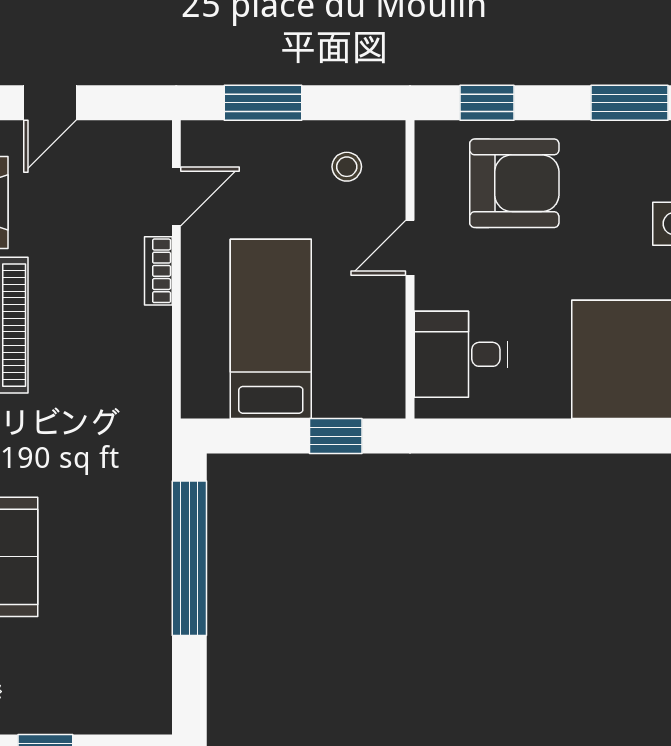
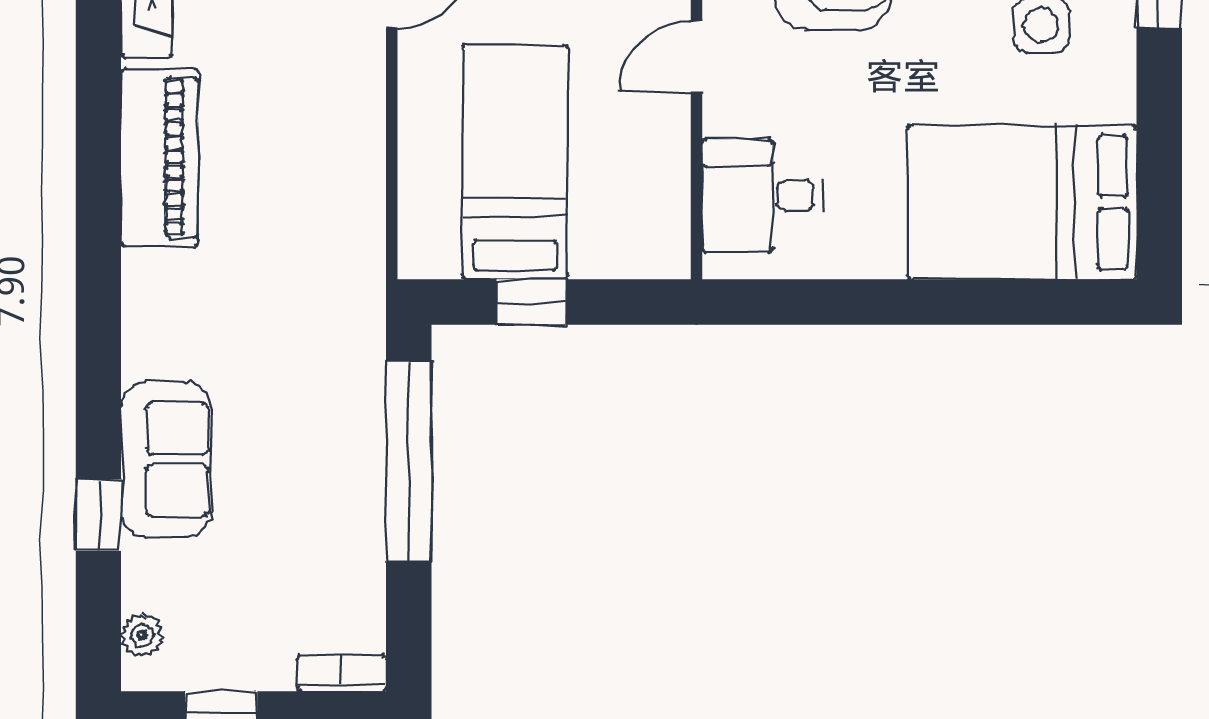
bookcase: (158, 271) -> (341, 673), moved, turned 90
window: (336, 436) -> (531, 302), moved

